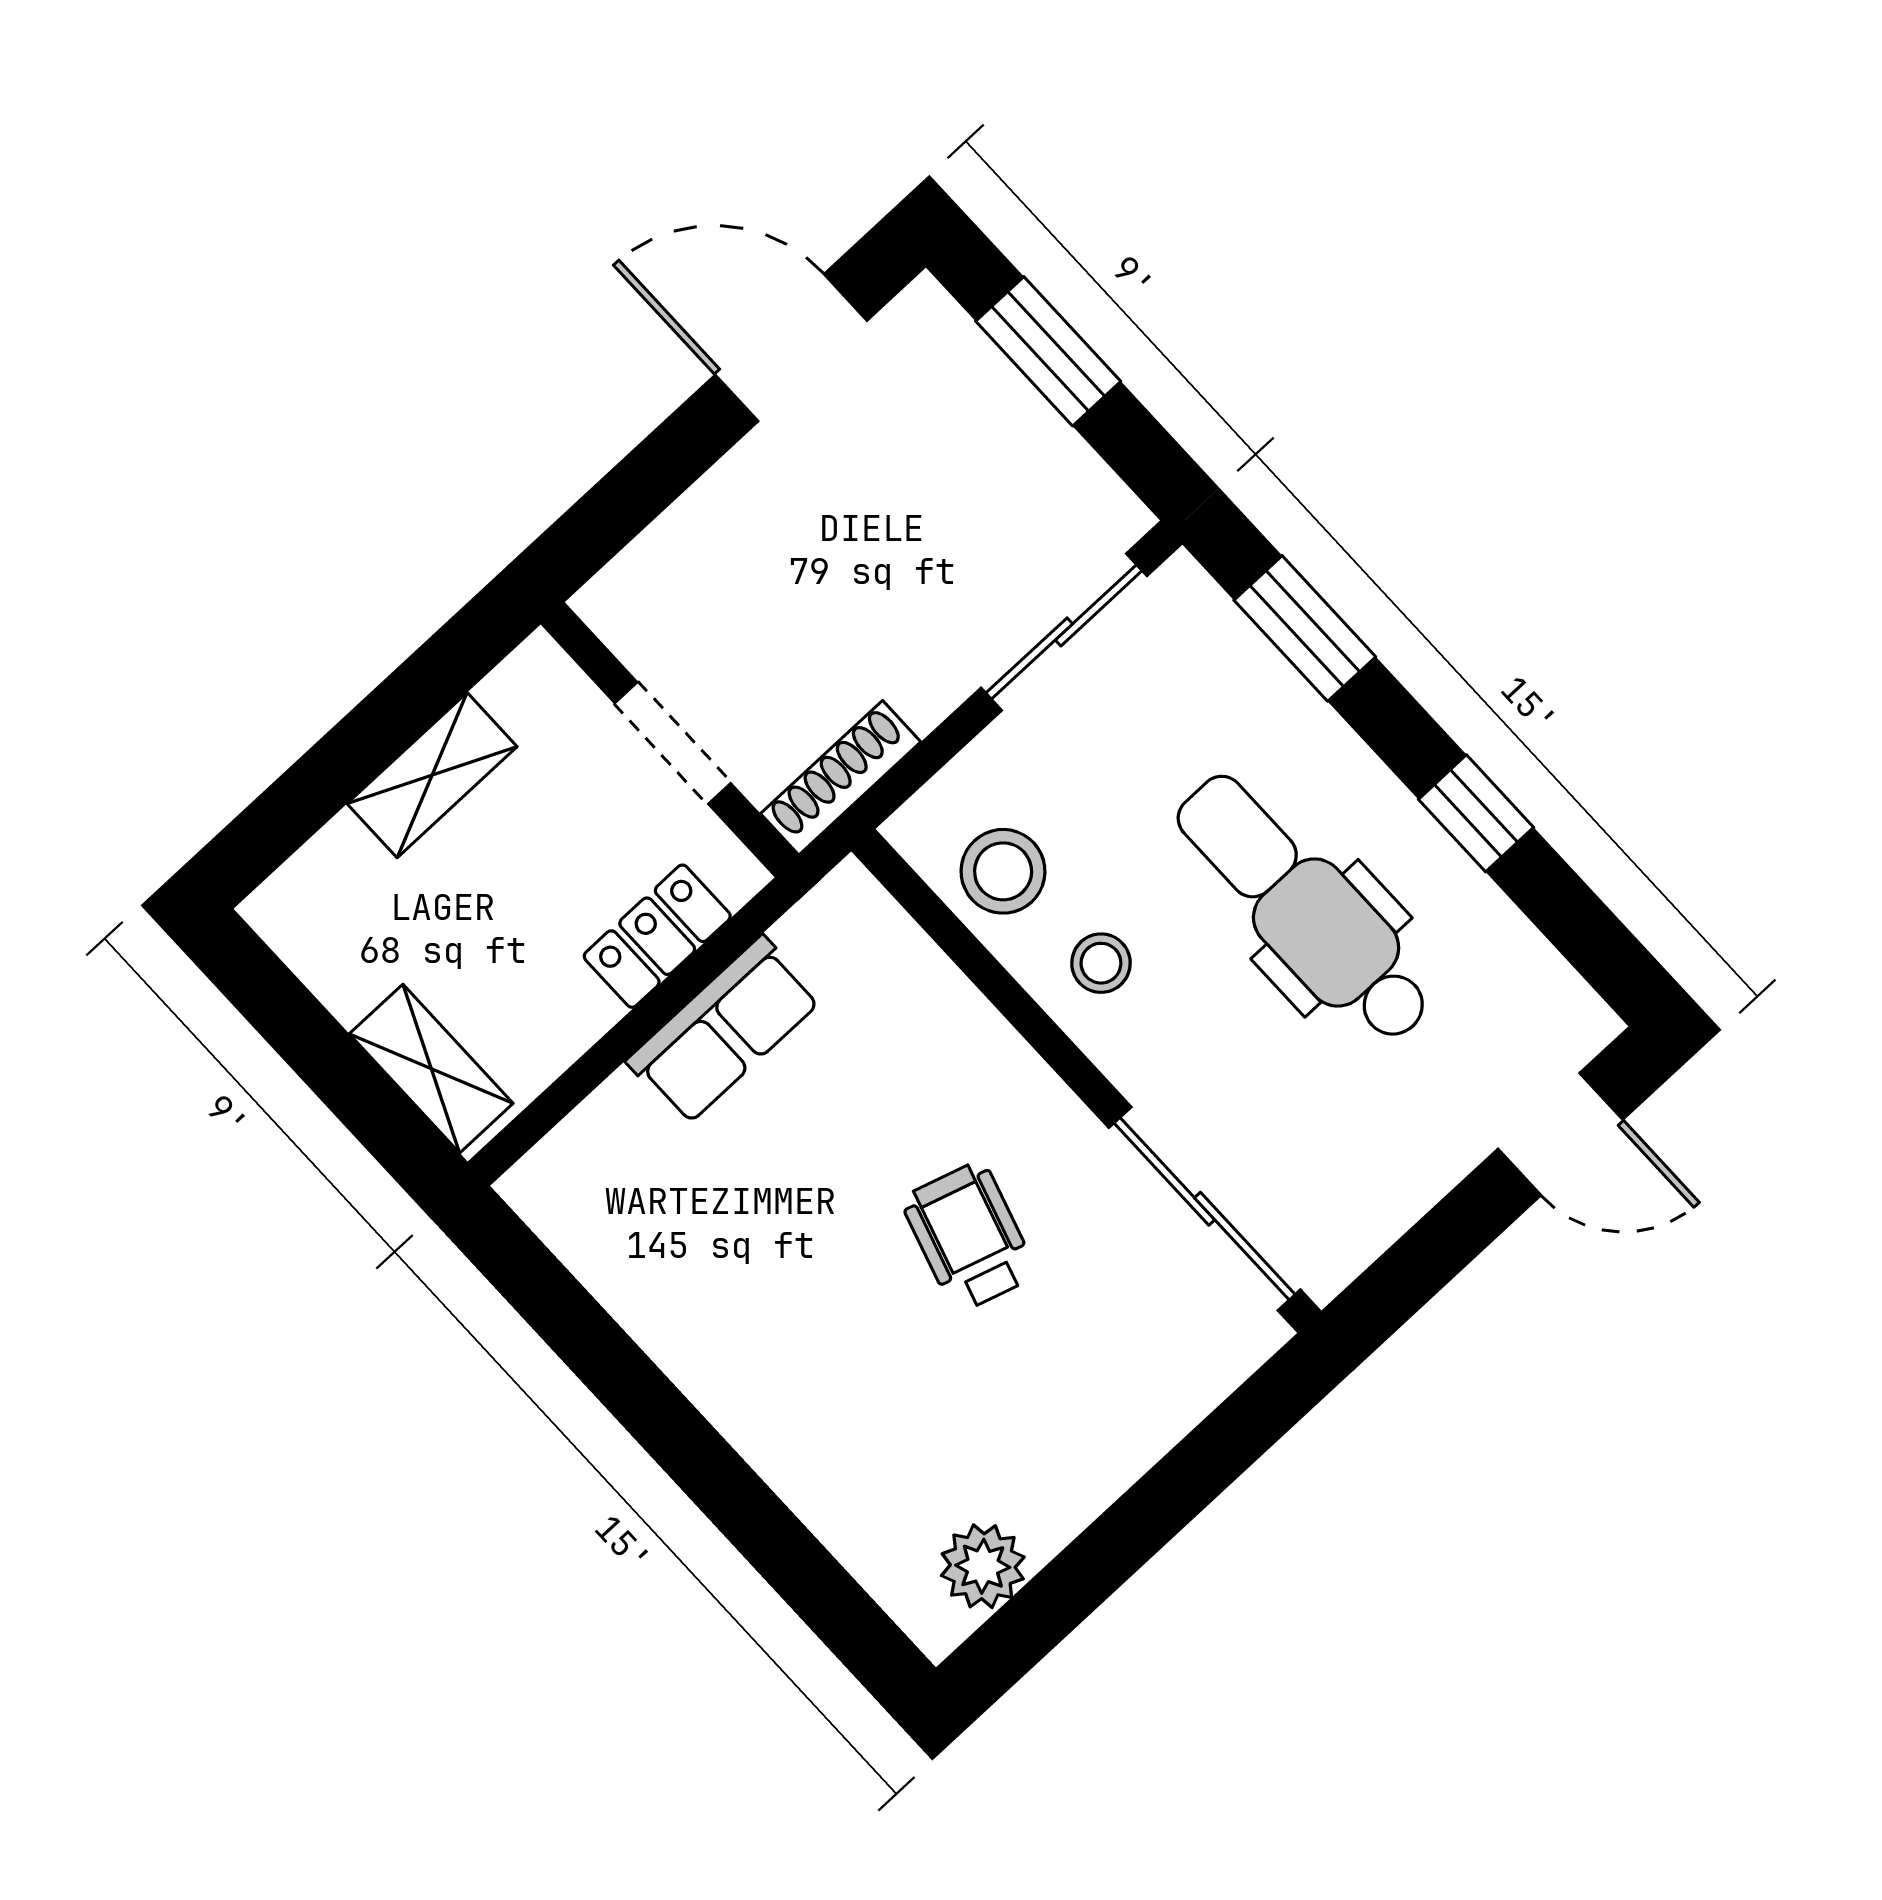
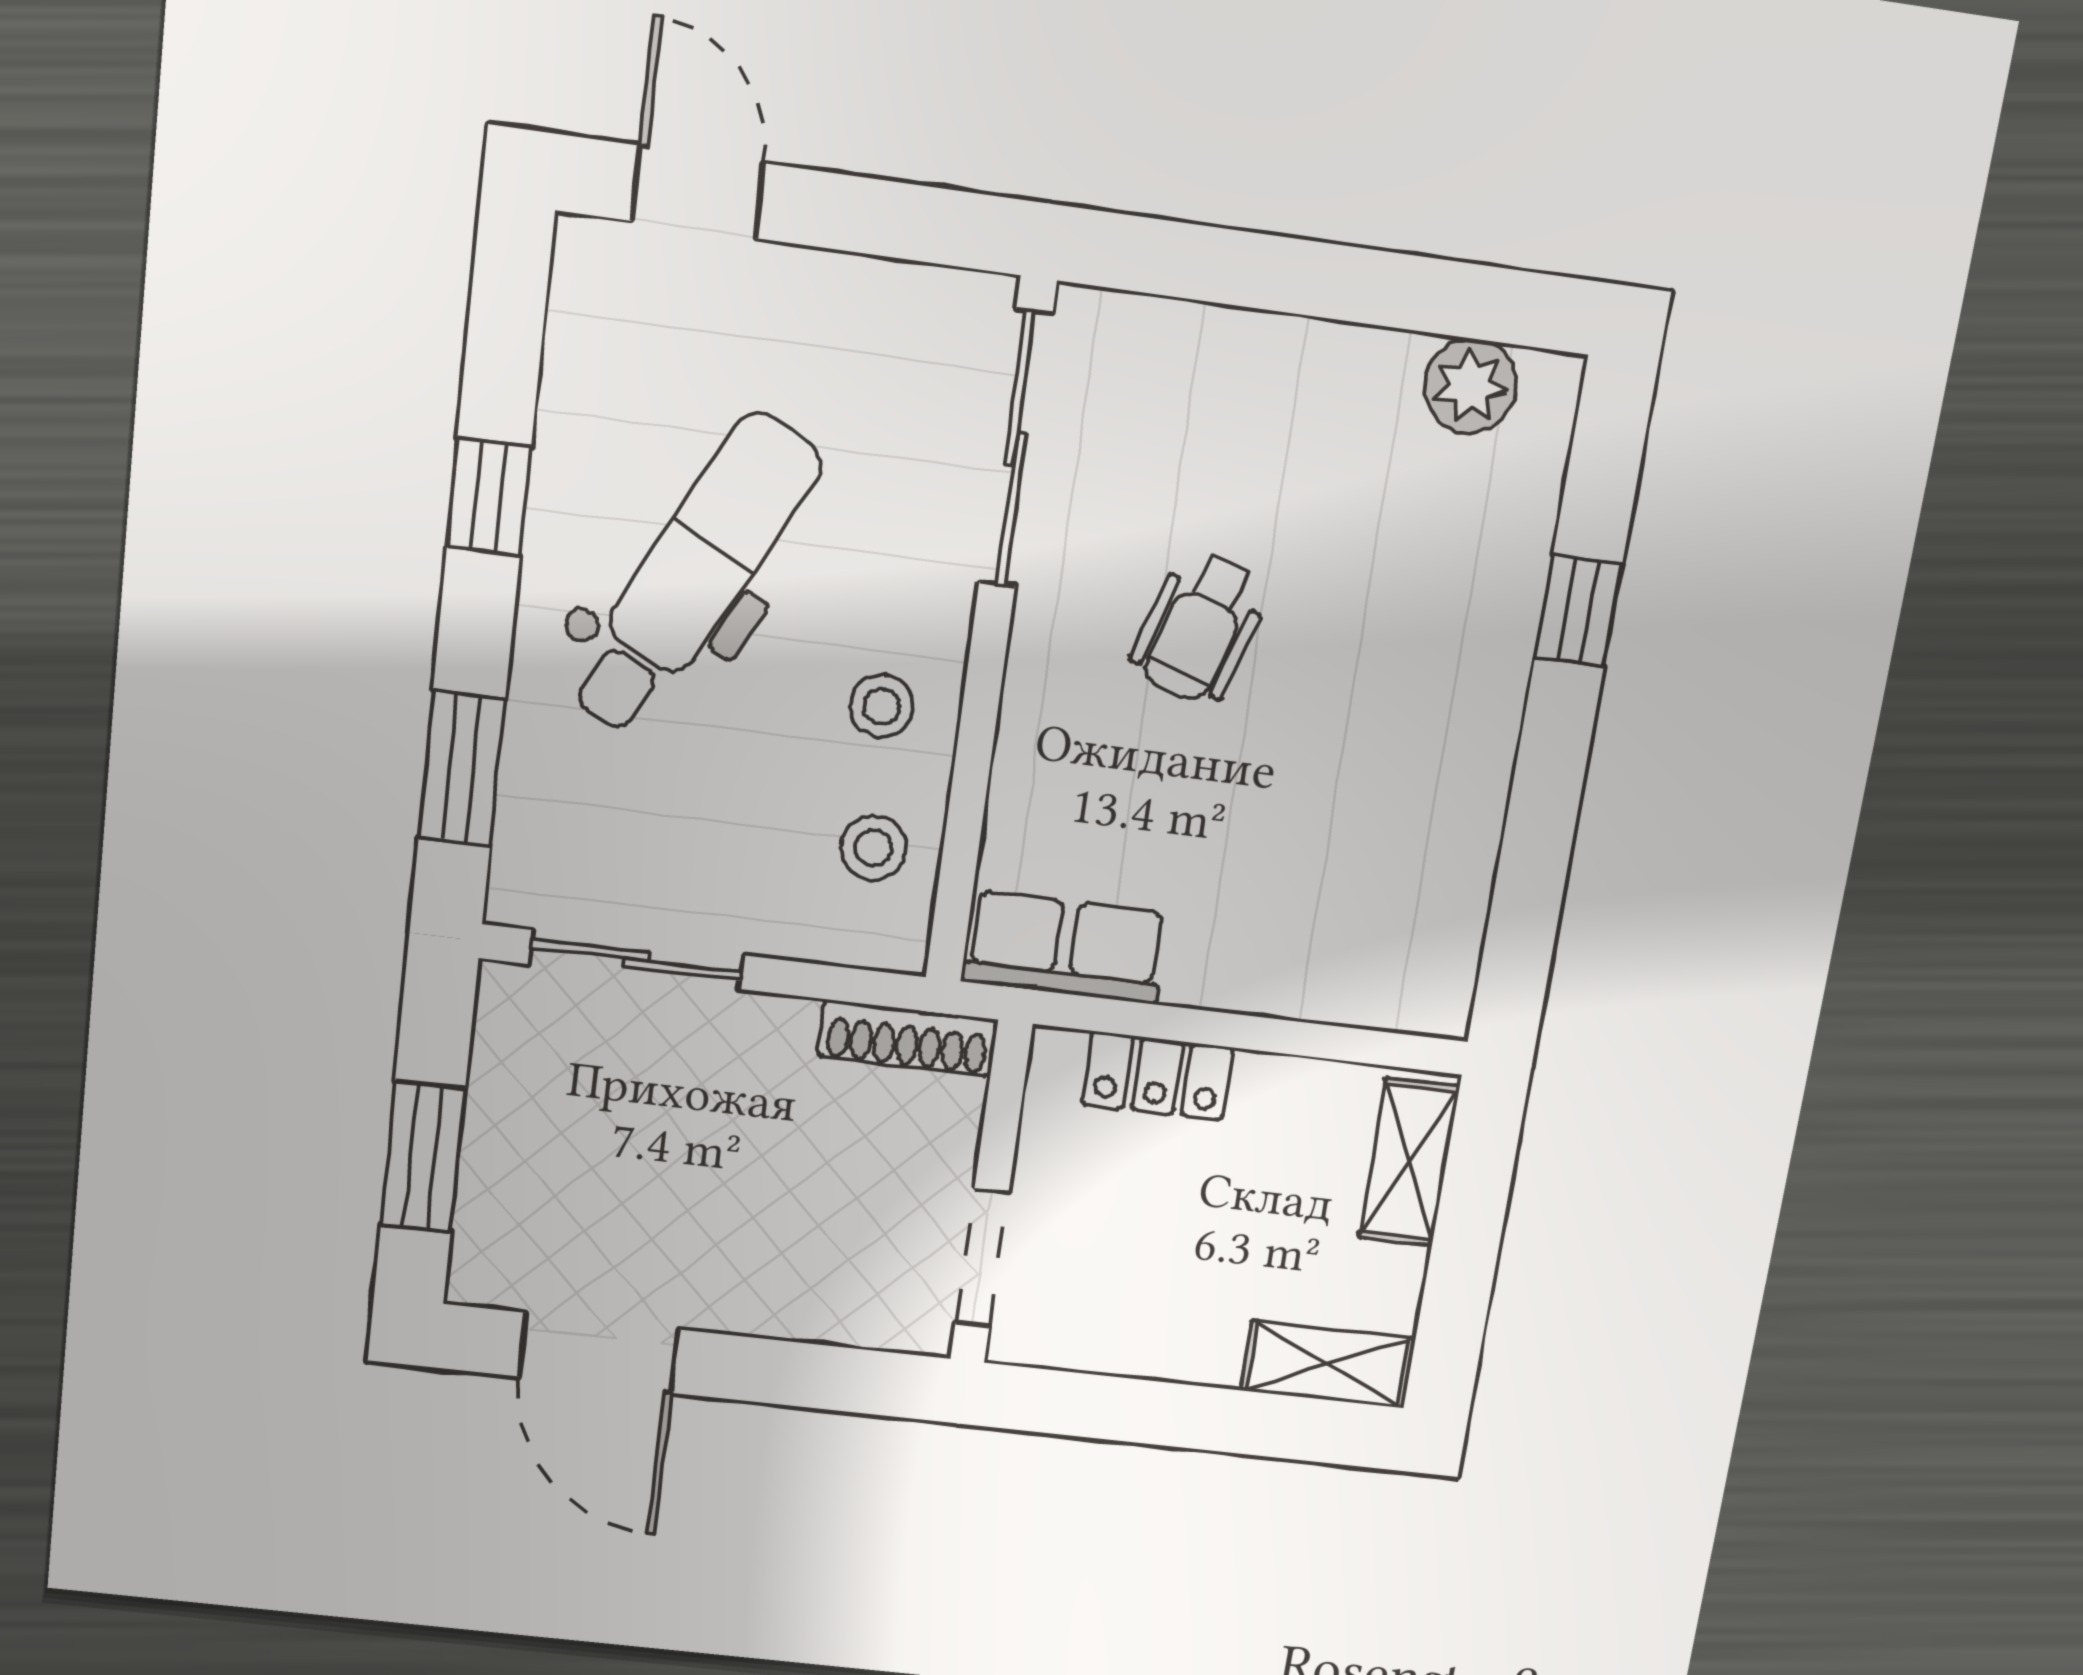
doorway: (673, 743) -> (982, 1258), moved
shelving: (432, 775) -> (1328, 1364), moved
stool: (1003, 871) -> (874, 848), width x0.73, depth x0.73
dental chair: (1304, 909) -> (693, 575), turned -153
row of seats: (724, 1030) -> (1065, 947), moved
window: (754, 1519) -> (1578, 611), added

